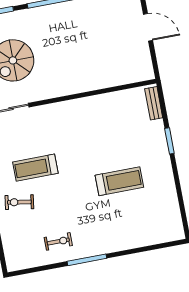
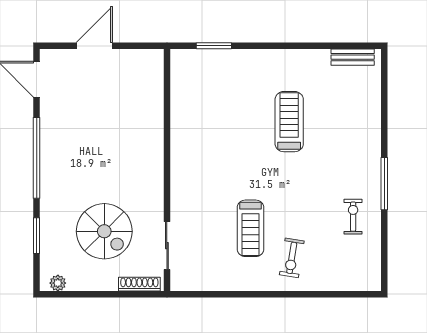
bench: (154, 103) -> (353, 57), moved
window: (169, 141) -> (214, 46), moved

